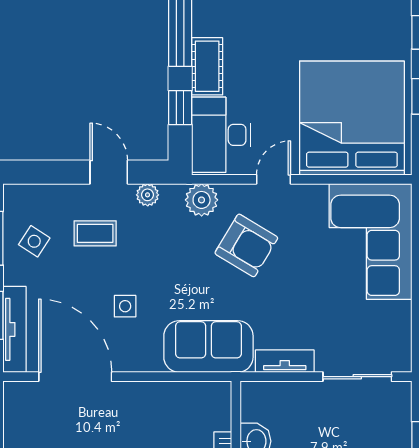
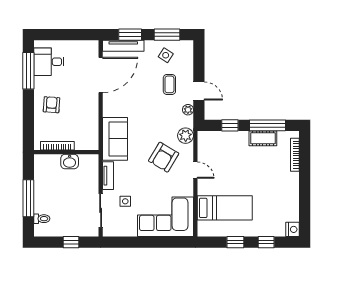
cot: (207, 66) -> (263, 138), moved
bed: (352, 118) -> (225, 208), width x0.49
desk: (221, 135) -> (217, 145), removed
door: (109, 172) -> (199, 91), hinge flipped
side table: (125, 306) -> (125, 201), moved

